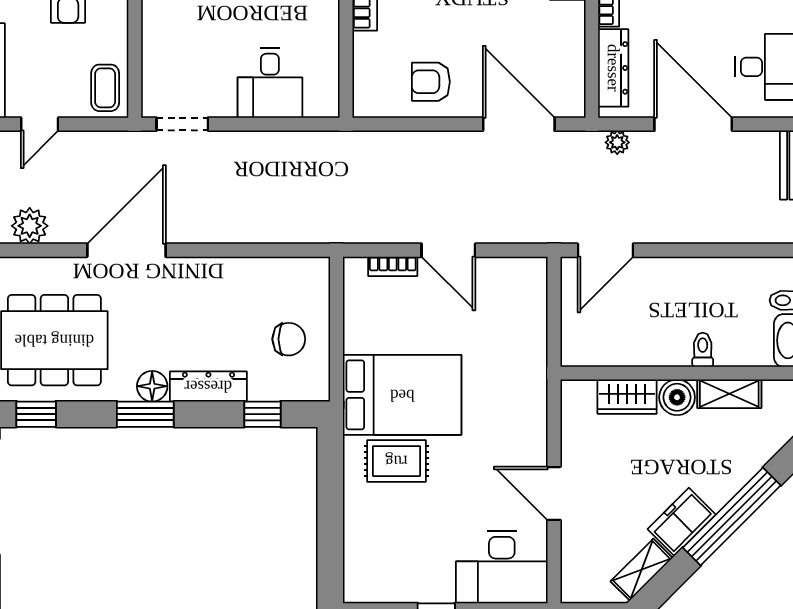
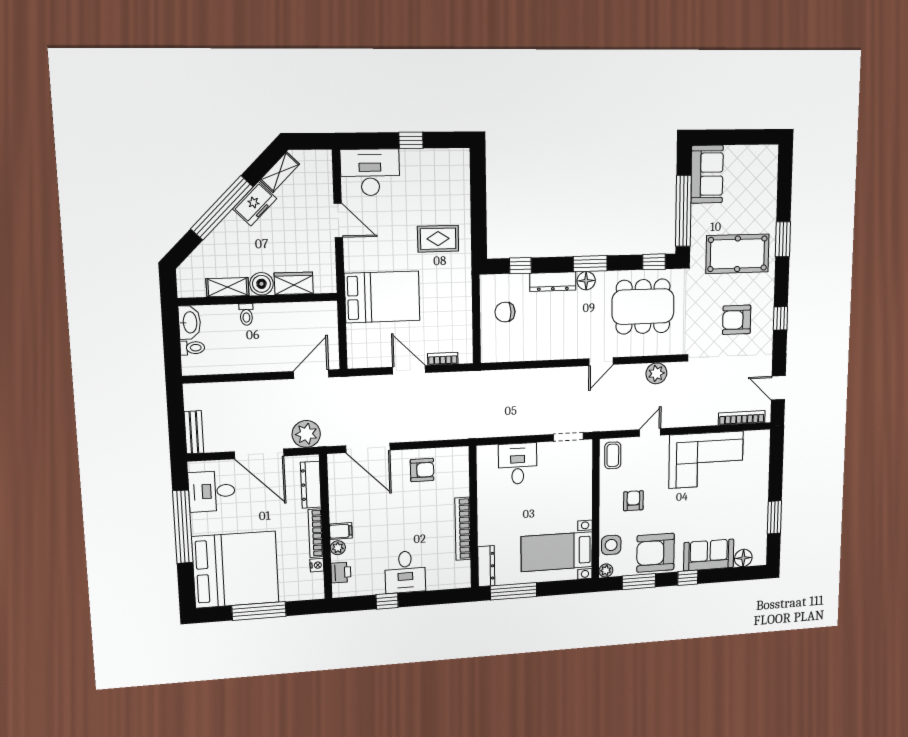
plant: (617, 142) -> (306, 434), width x1.87, depth x1.87
door: (126, 250) -> (601, 362), width x0.53
bed: (402, 395) -> (382, 297), moved, turned 180

